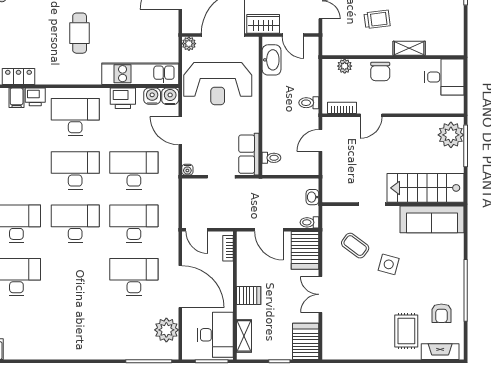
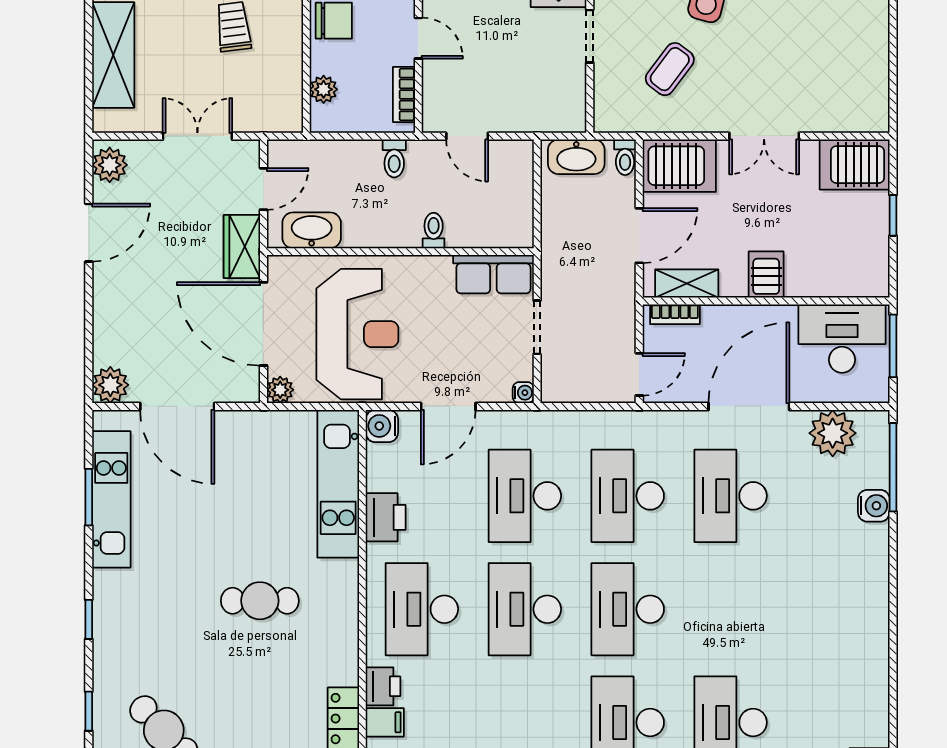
water cooler: (152, 96) -> (874, 506), moved, turned 180
toilet: (271, 158) -> (434, 231), moved
washbasin: (312, 197) -> (576, 157), width x1.91, depth x1.45
shelving: (244, 336) -> (687, 283), moved

